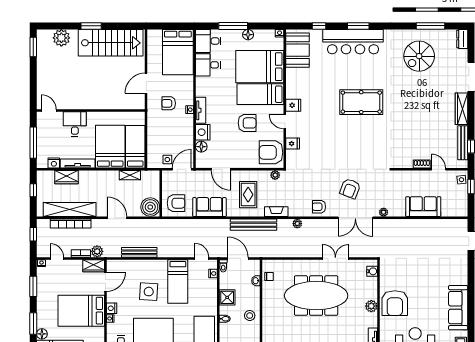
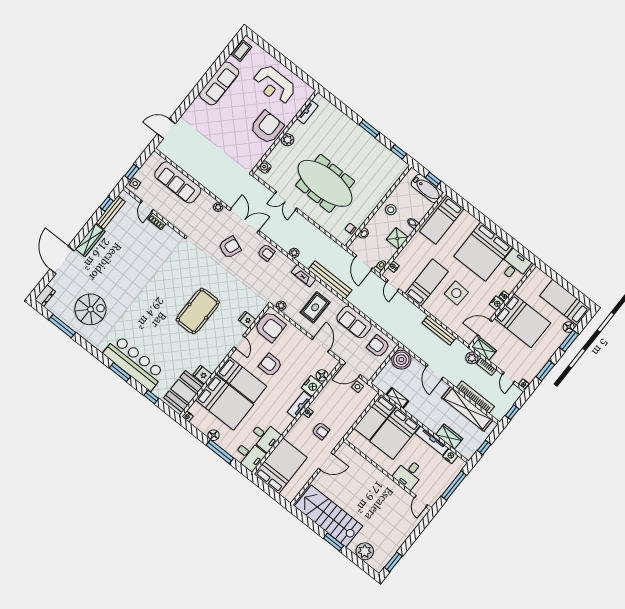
pool table: (361, 102) -> (198, 311), moved, turned 90
fridge: (293, 105) -> (203, 375), moved
sofa: (423, 207) -> (178, 182), width x1.36

